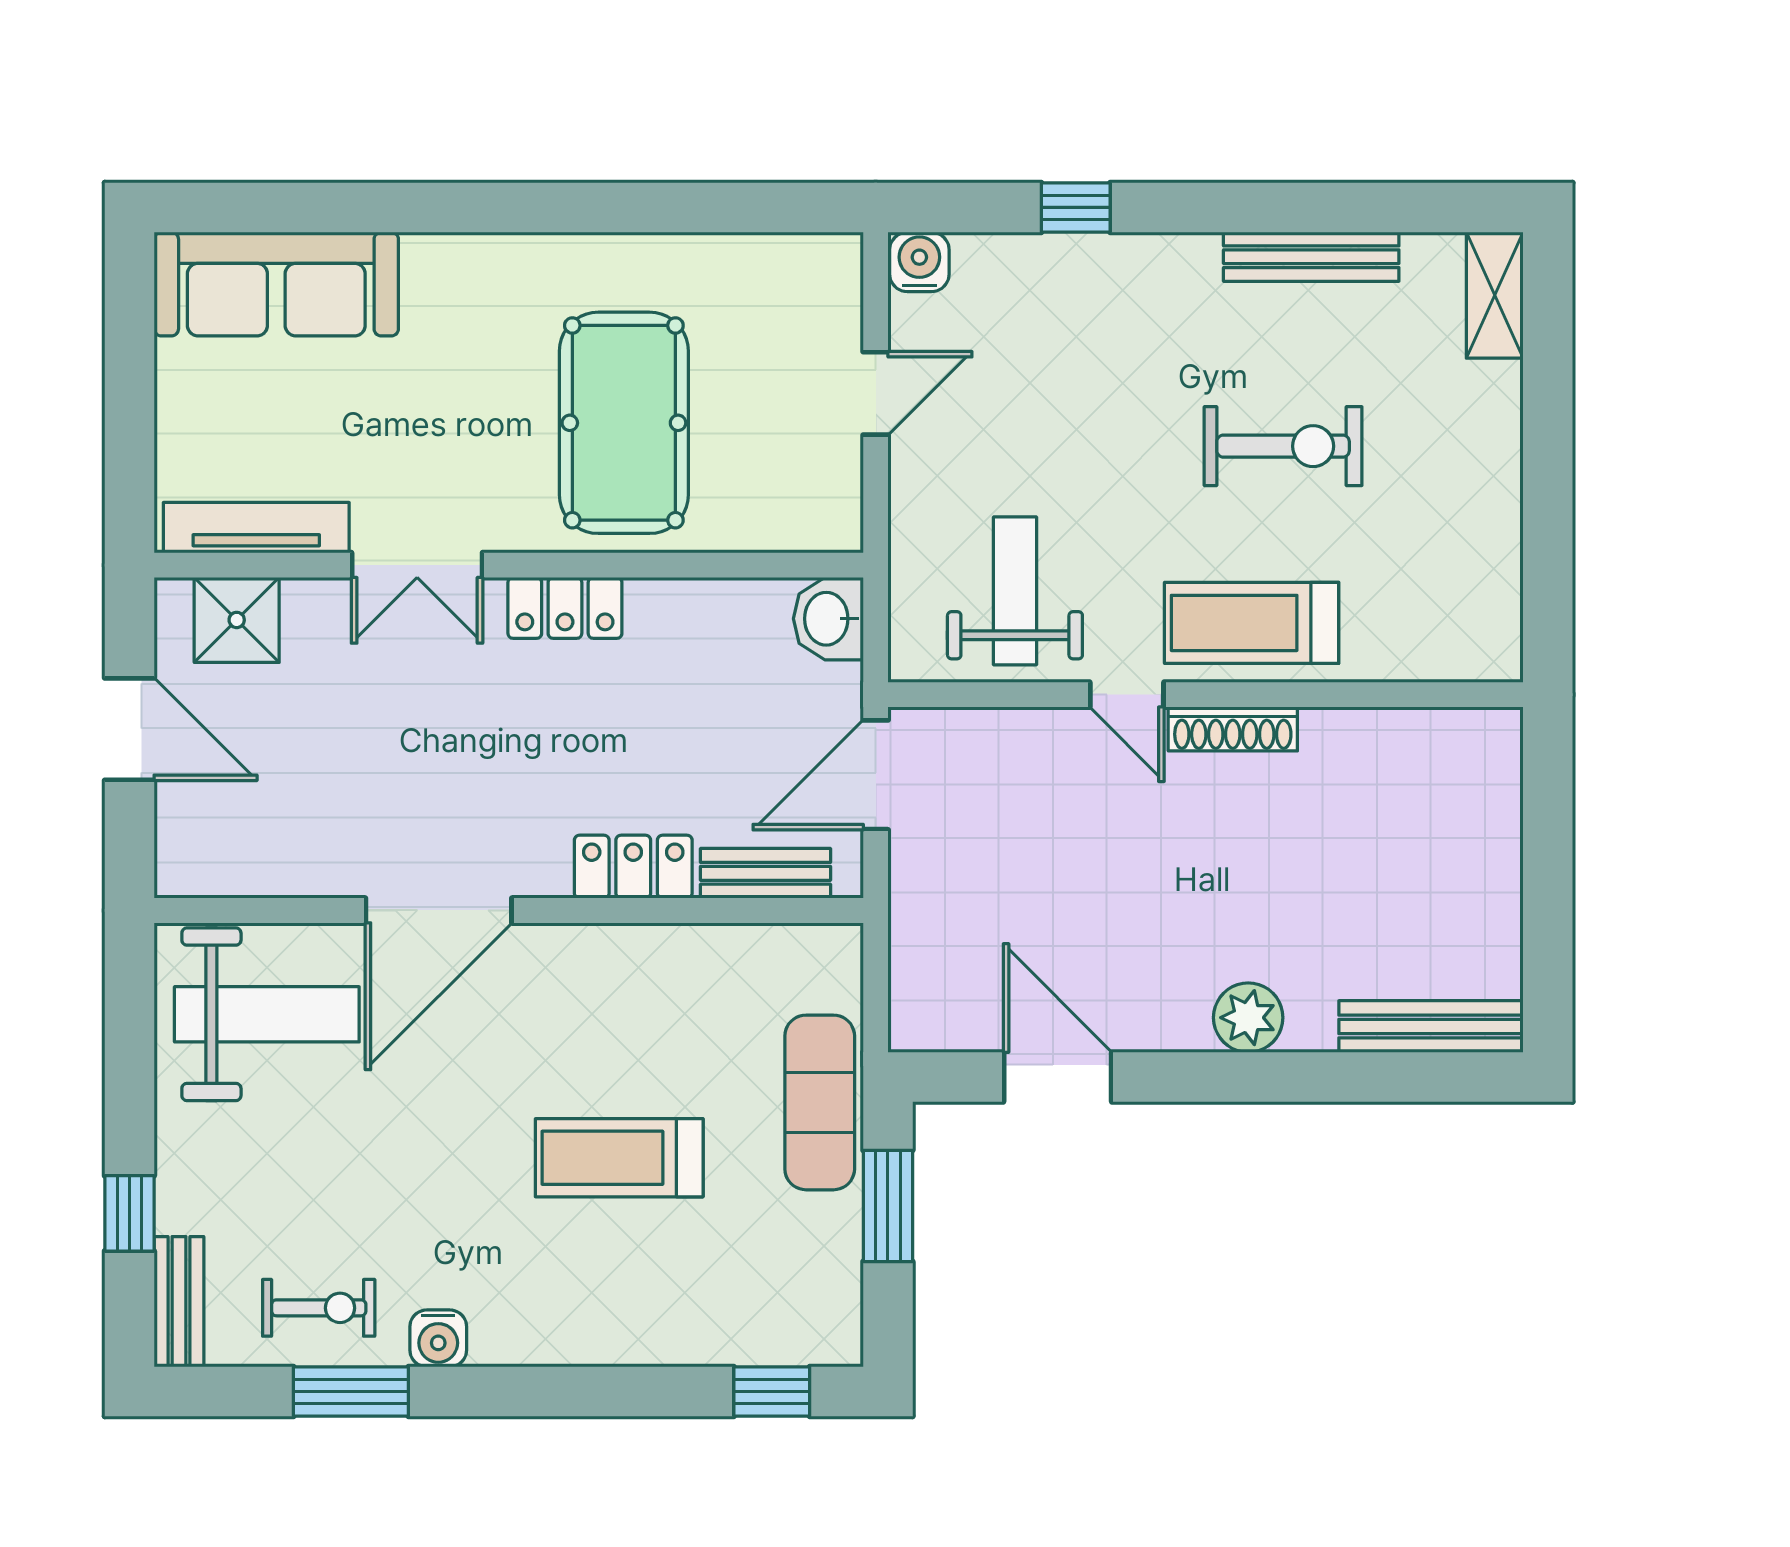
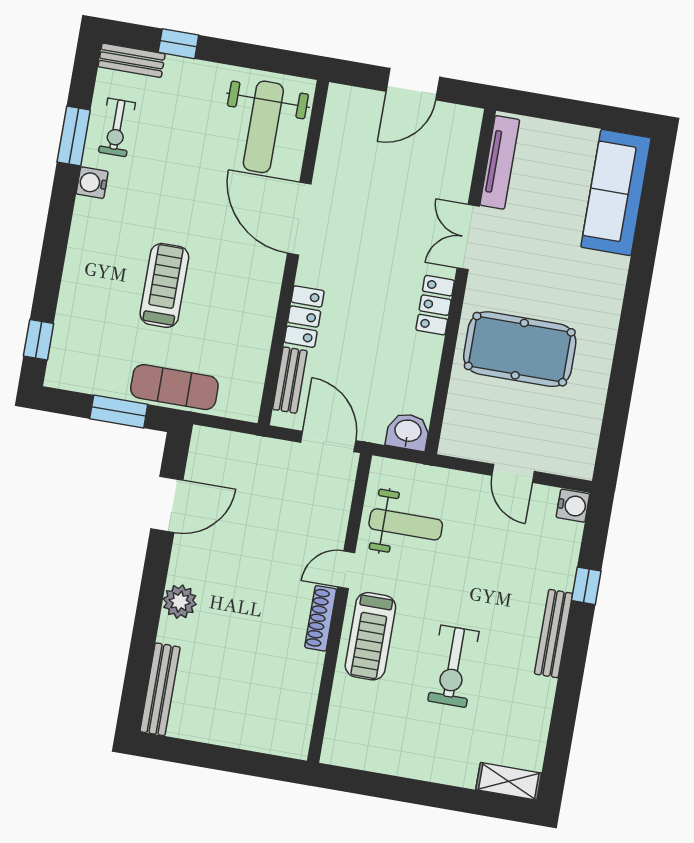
bench: (1311, 257) -> (553, 634), moved
shower: (237, 620) -> (457, 145), removed
treadmill: (1252, 623) -> (370, 636), turned 180

